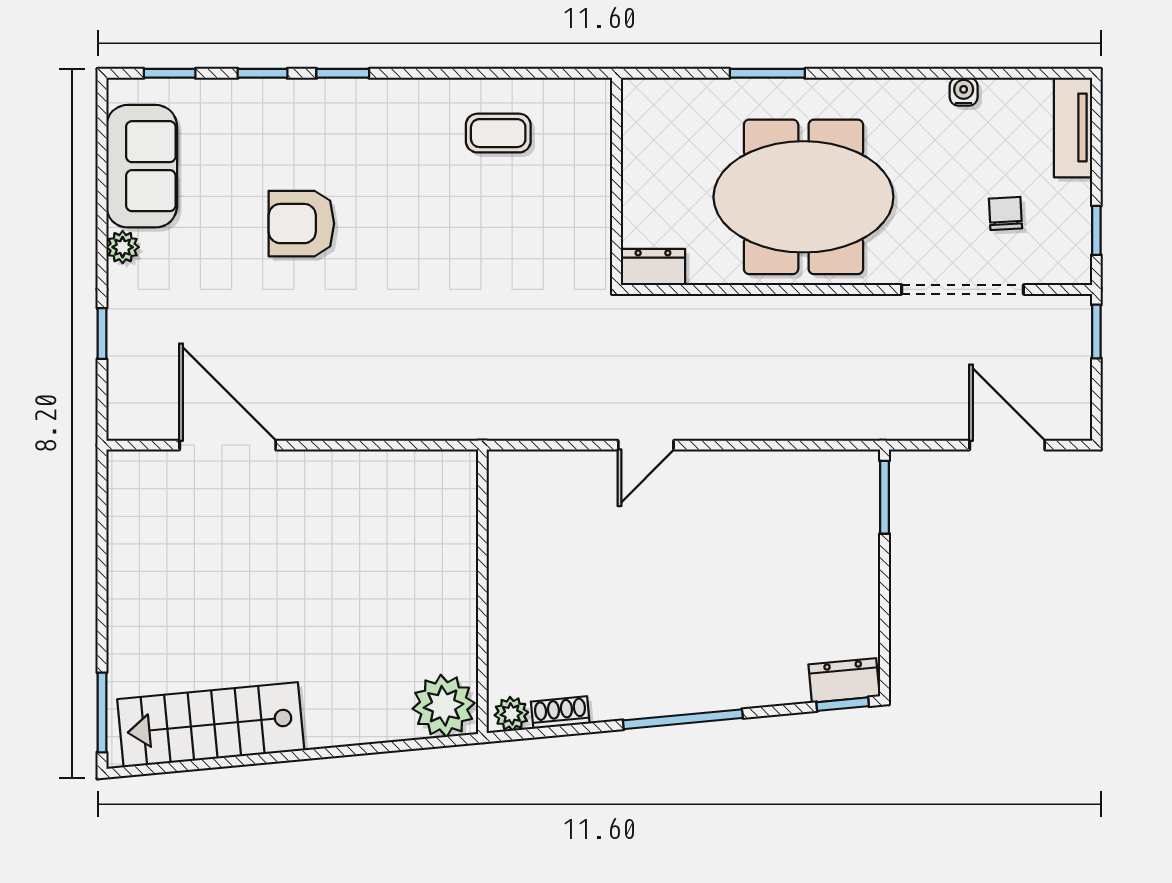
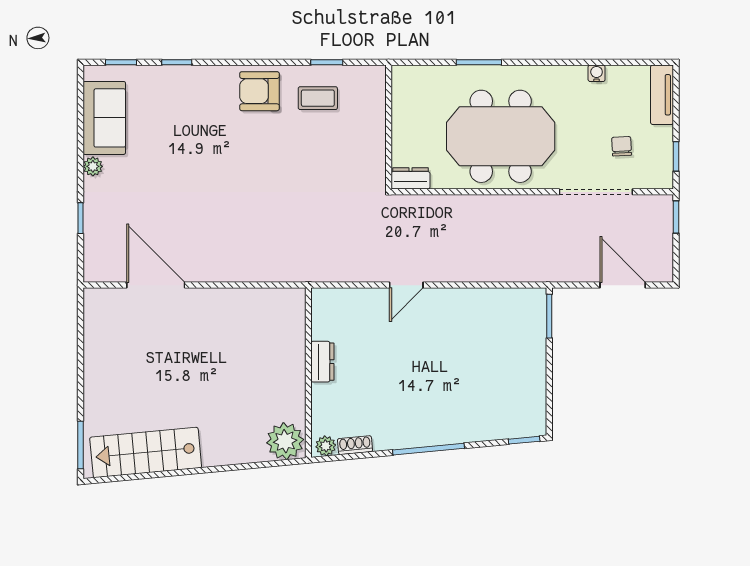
window: (343, 73) -> (327, 62), moved
armchair: (301, 224) -> (259, 91), moved
dresser: (844, 680) -> (322, 362), moved, turned 95

